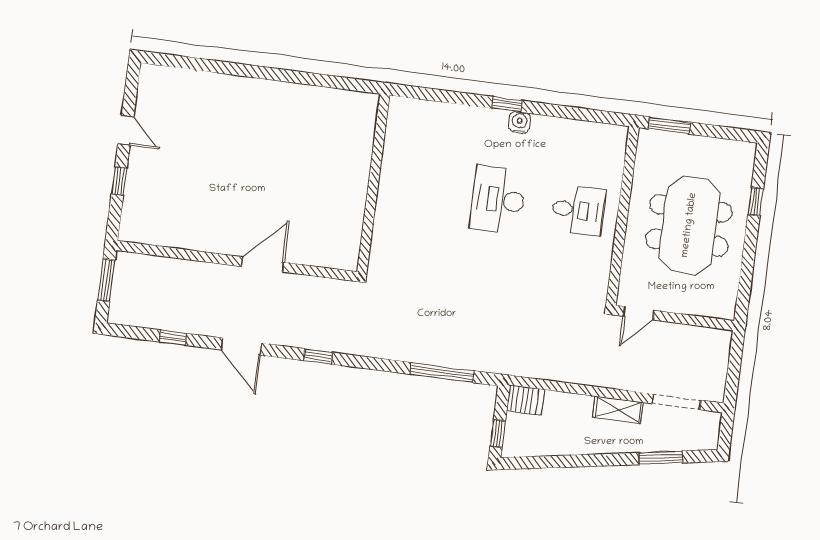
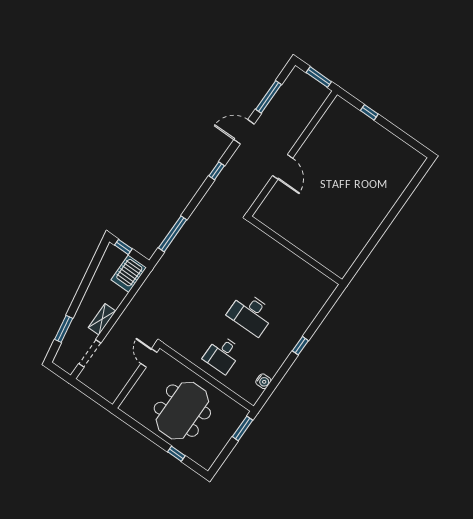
water cooler: (519, 122) -> (263, 381), moved
door: (126, 130) -> (395, 130), removed
desk: (498, 200) -> (251, 314), turned 180
meeting table: (689, 225) -> (182, 411), turned 90
window: (173, 338) -> (268, 97), width x2.17
server rack: (525, 400) -> (129, 274), width x1.36, depth x1.44

